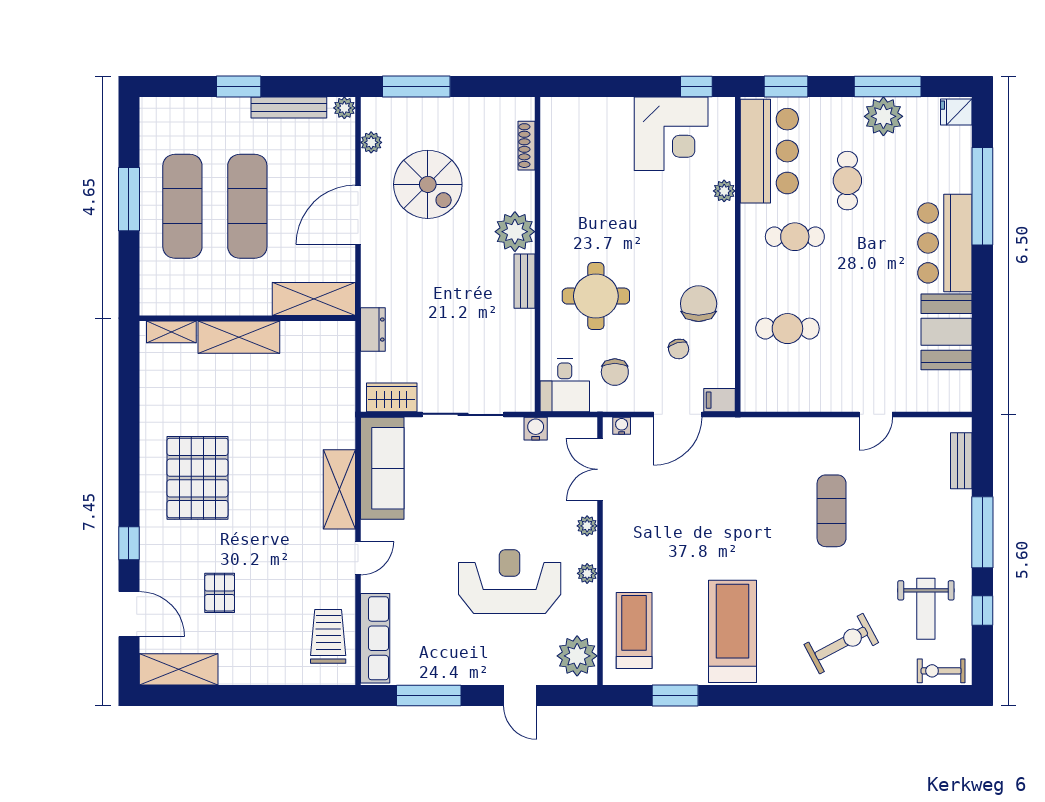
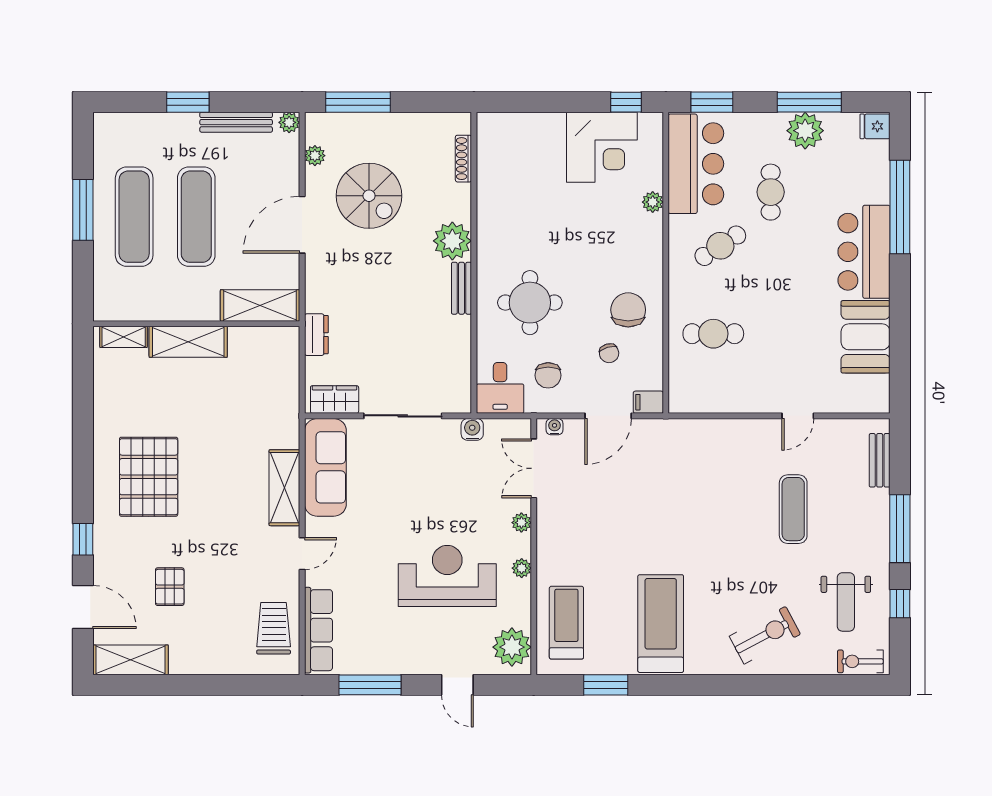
cafe table: (795, 237) -> (720, 246), turned -33
exercise mat: (832, 511) -> (793, 509), moved

